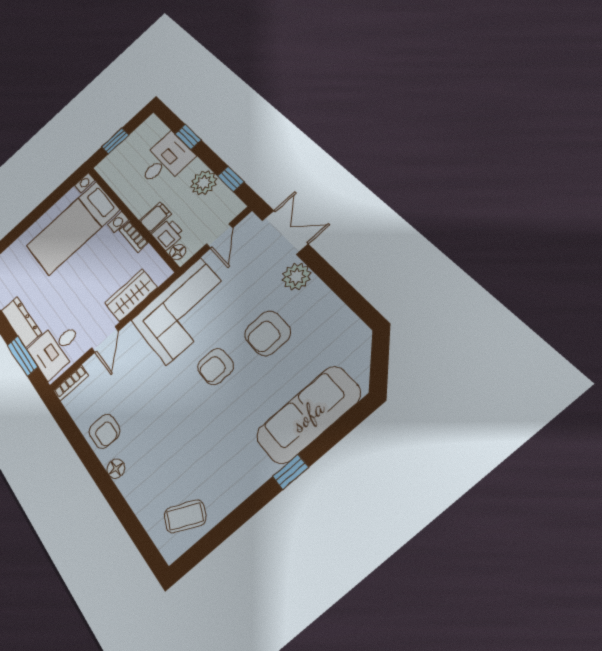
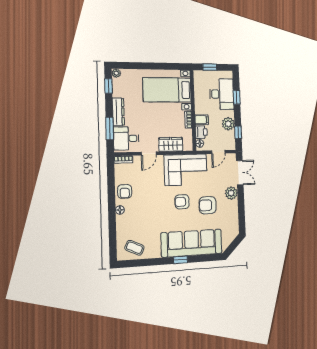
desk: (165, 160) -> (222, 94), width x1.37
sofa: (308, 415) -> (192, 243), width x1.36, depth x1.27

